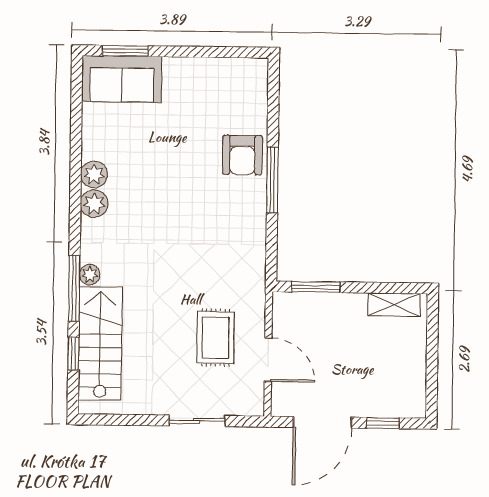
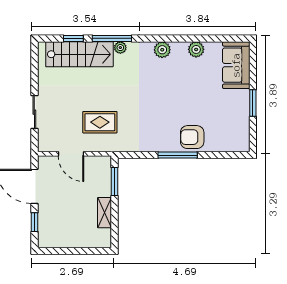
window: (125, 51) -> (253, 103), moved
plant: (94, 174) -> (196, 49), moved
shelving: (394, 305) -> (105, 213), moved
rug: (215, 338) -> (100, 122), moved
door: (268, 360) -> (71, 154), hinge flipped

